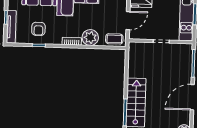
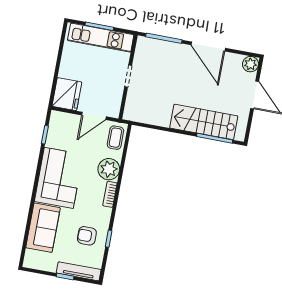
door: (128, 21) -> (94, 116), swing flipped
armchair: (38, 29) -> (87, 236), turned 180

